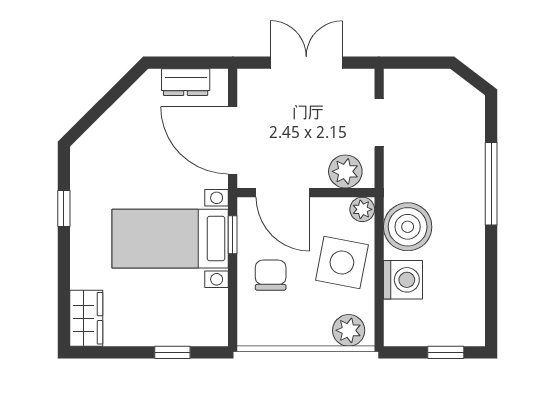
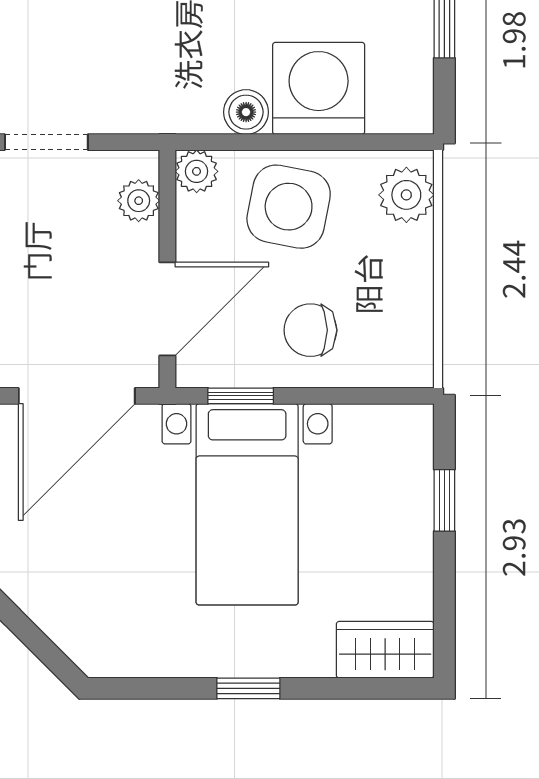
plant: (345, 171) -> (139, 201), width x0.73, depth x0.73
window: (64, 209) -> (248, 688), moved
boiler: (408, 227) -> (246, 112), width x0.54, depth x0.54
washing machine: (403, 280) -> (319, 88), width x1.37, depth x1.37

